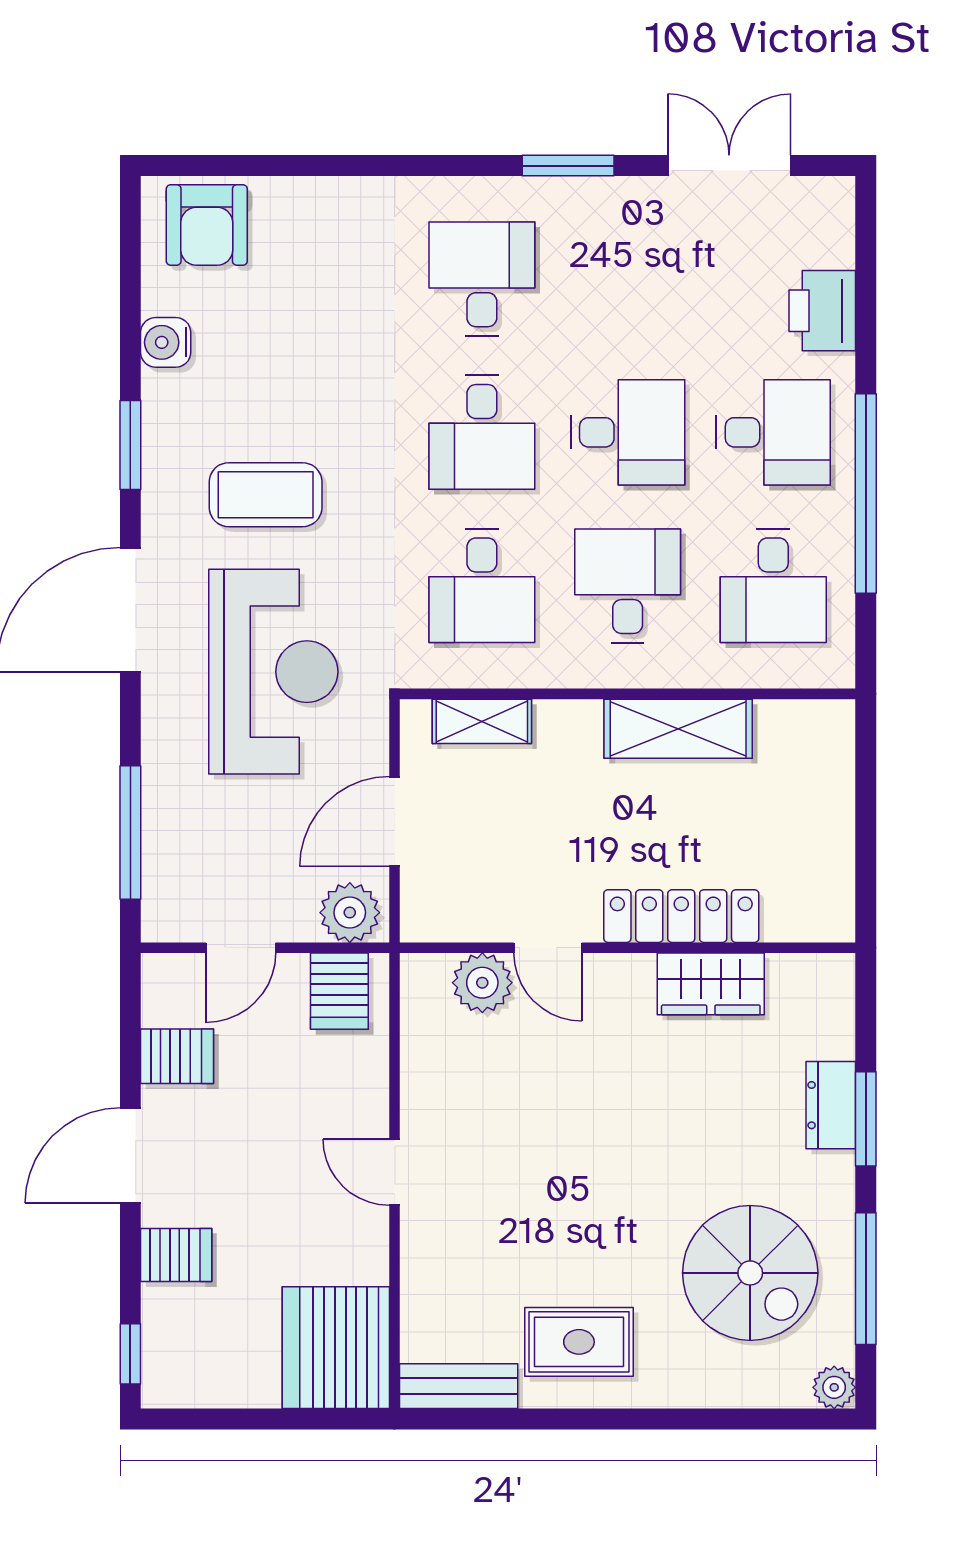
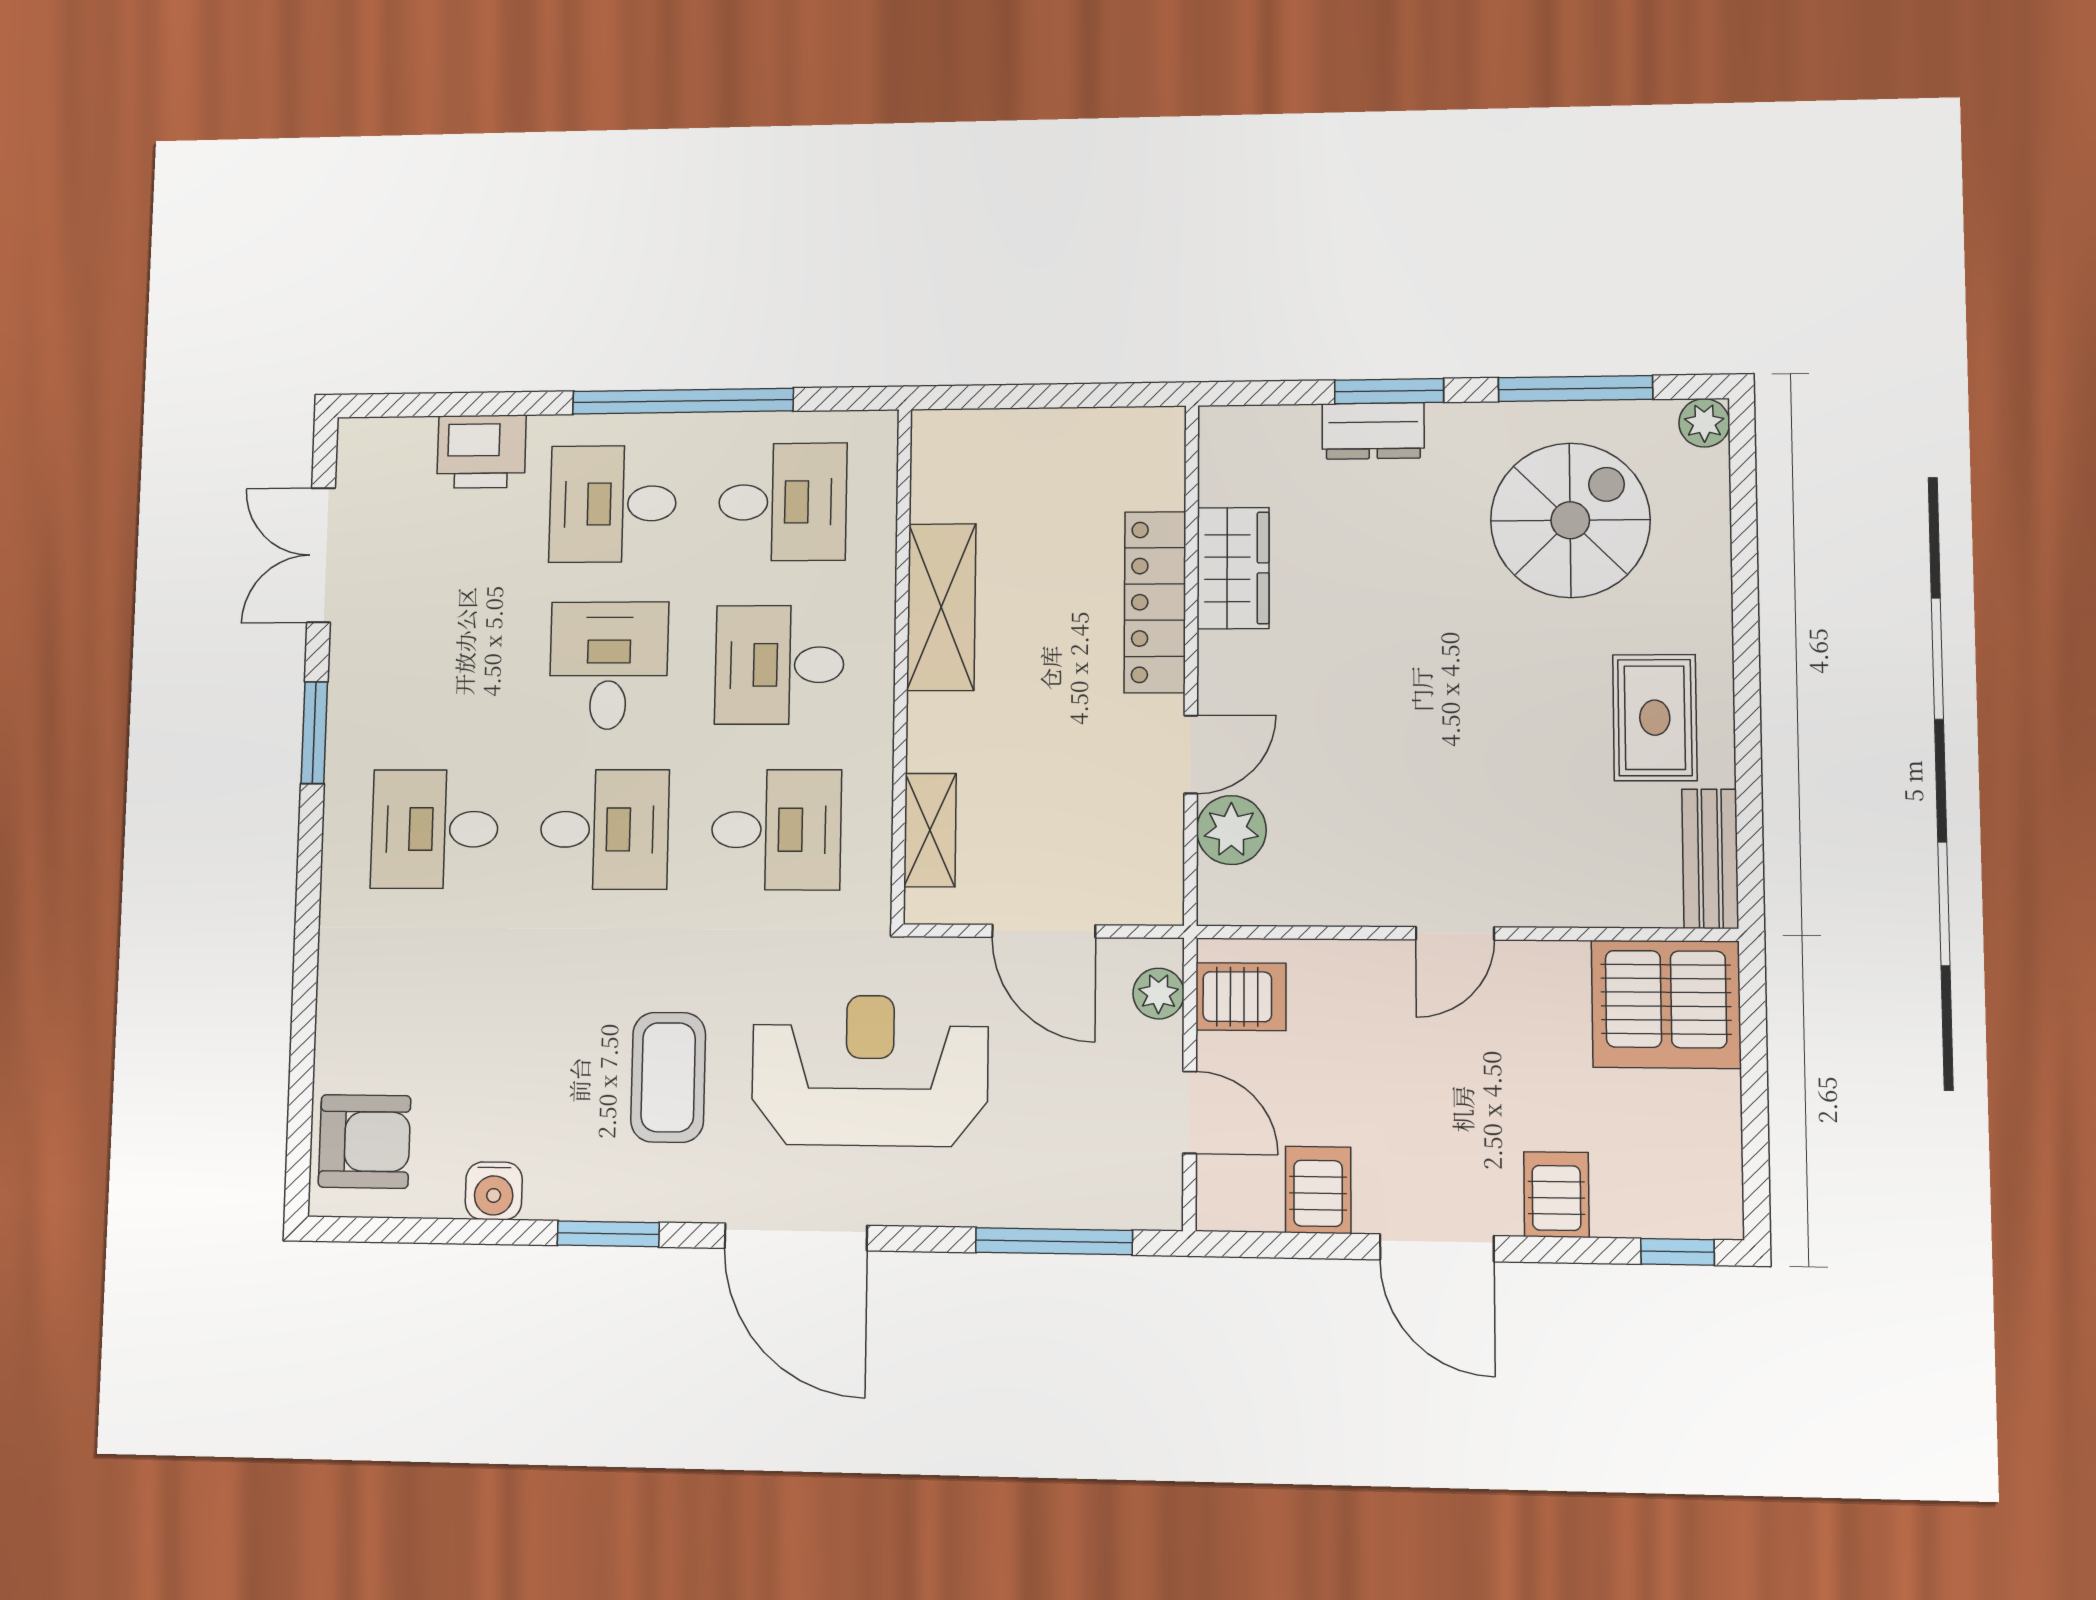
desk: (773, 432) -> (613, 504), turned -90
plant: (350, 913) -> (1159, 994), width x0.73, depth x0.73

